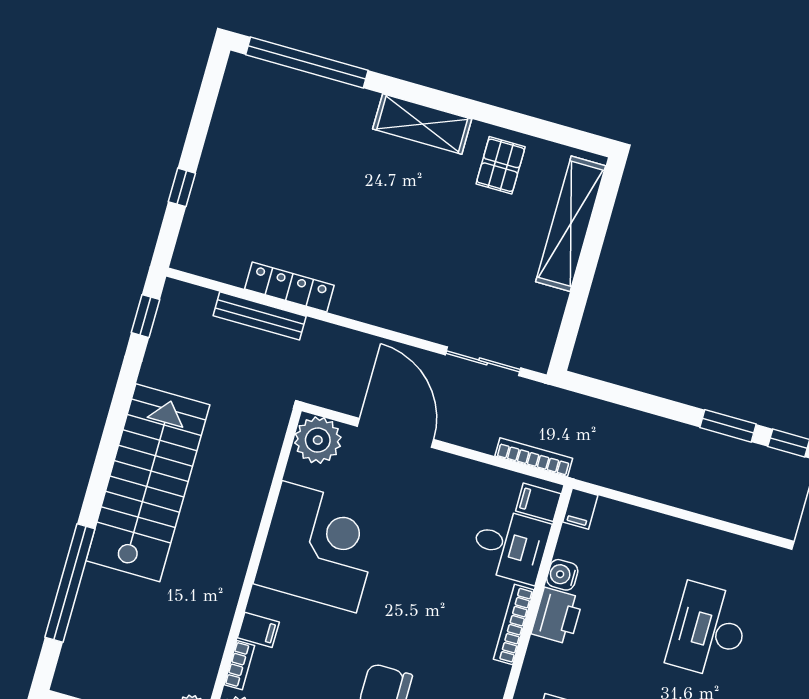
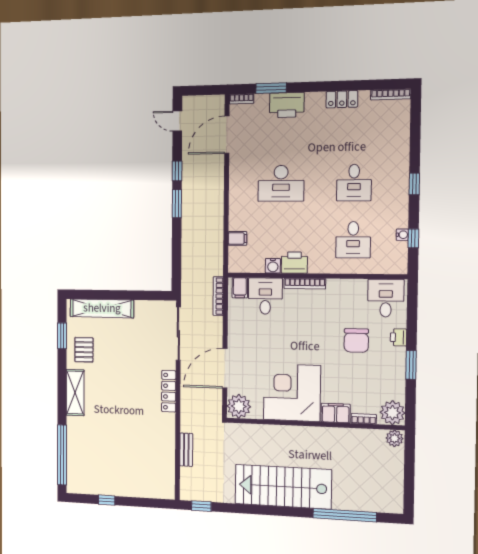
window: (539, 128) -> (62, 336), added
pallet: (501, 165) -> (84, 350), turned 90
window: (182, 187) -> (107, 500), moved
locker: (289, 287) -> (169, 391), moved
bench: (260, 316) -> (186, 450), width x0.73
sliding door: (483, 361) -> (178, 334), width x1.37
filing cabinet: (580, 509) -> (237, 238), moved
filing cabinet: (258, 630) -> (336, 413), width x2.00

